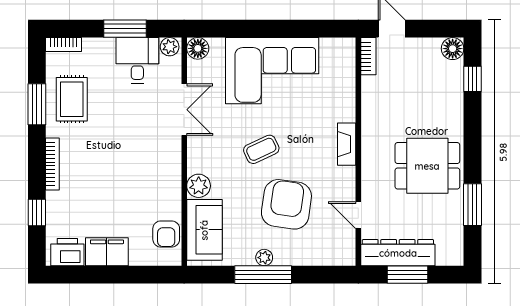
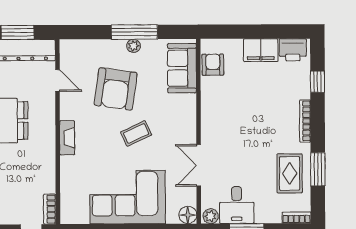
plant: (199, 186) -> (187, 104), removed

